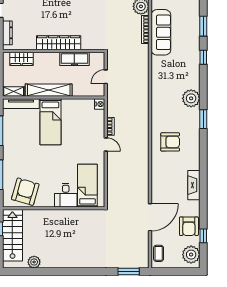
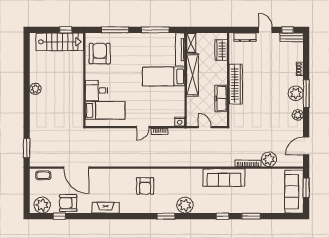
sofa: (161, 32) -> (224, 178), moved
armchair: (25, 192) -> (100, 54), turned -106
plant: (34, 262) -> (35, 89), moved

